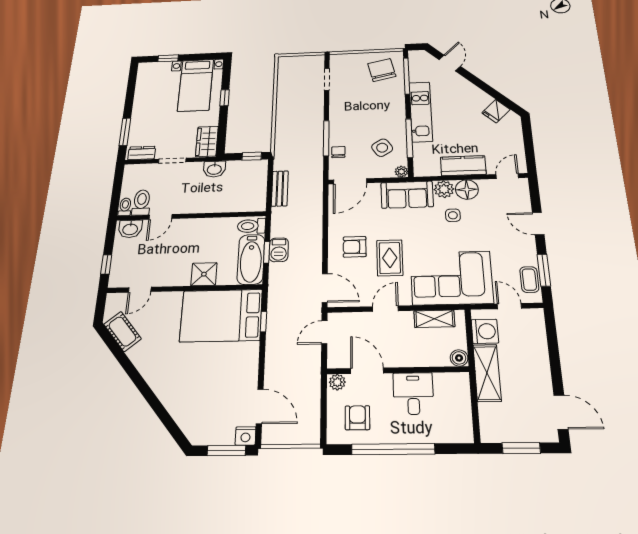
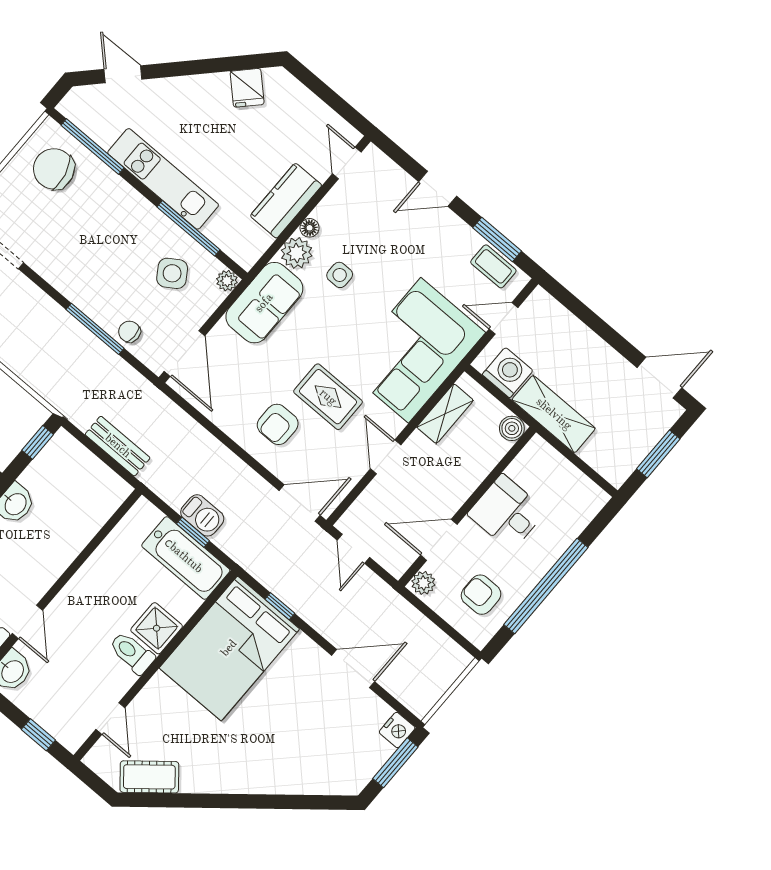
floor lamp: (467, 190) -> (310, 228), width x0.53, depth x0.53
toilet: (251, 226) -> (132, 653), moved, turned 90
door: (260, 406) -> (353, 668), moved

